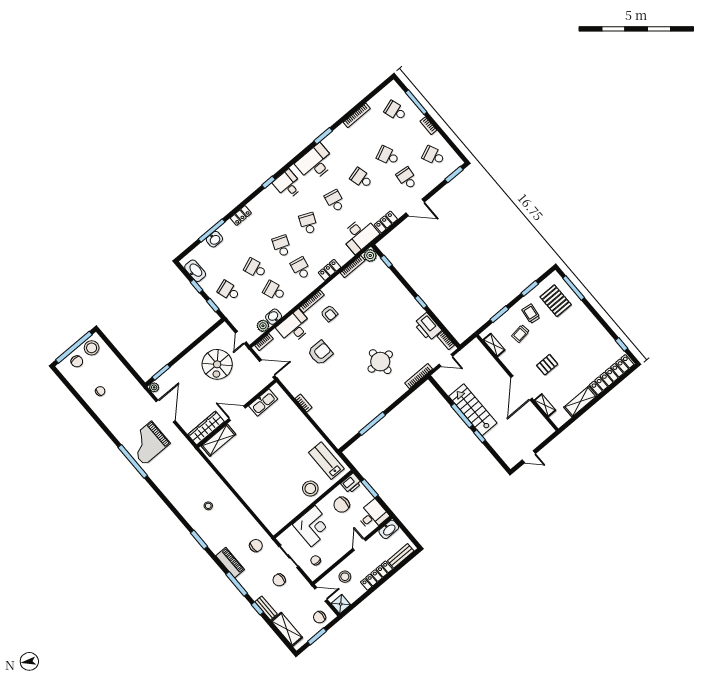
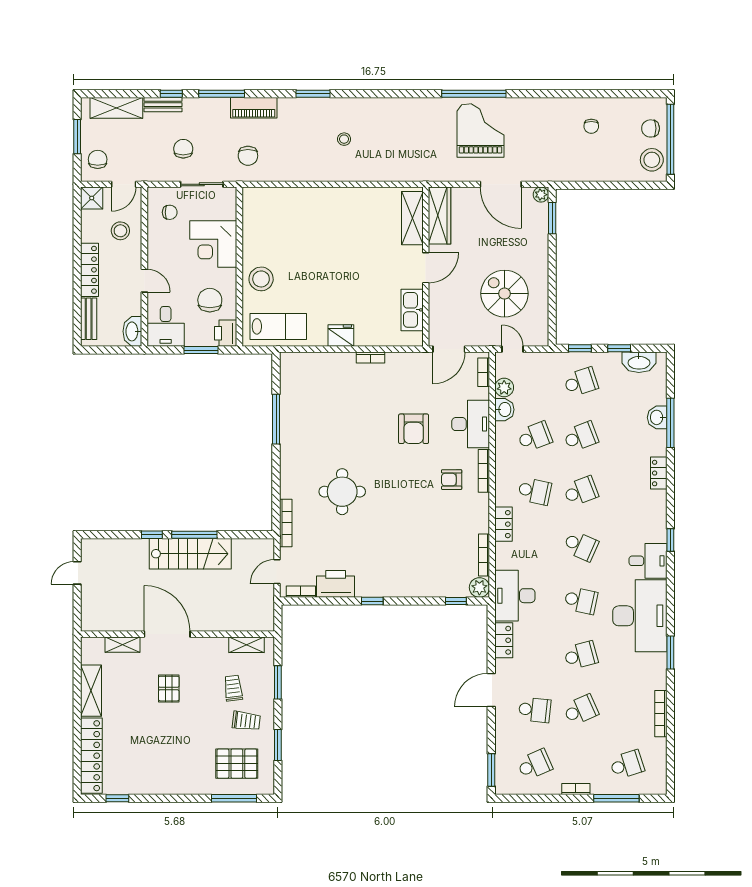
desk: (315, 163) -> (640, 616), width x1.36, depth x1.30
school desk: (282, 246) -> (581, 491), turned -42
fridge: (305, 426) -> (341, 336), added

